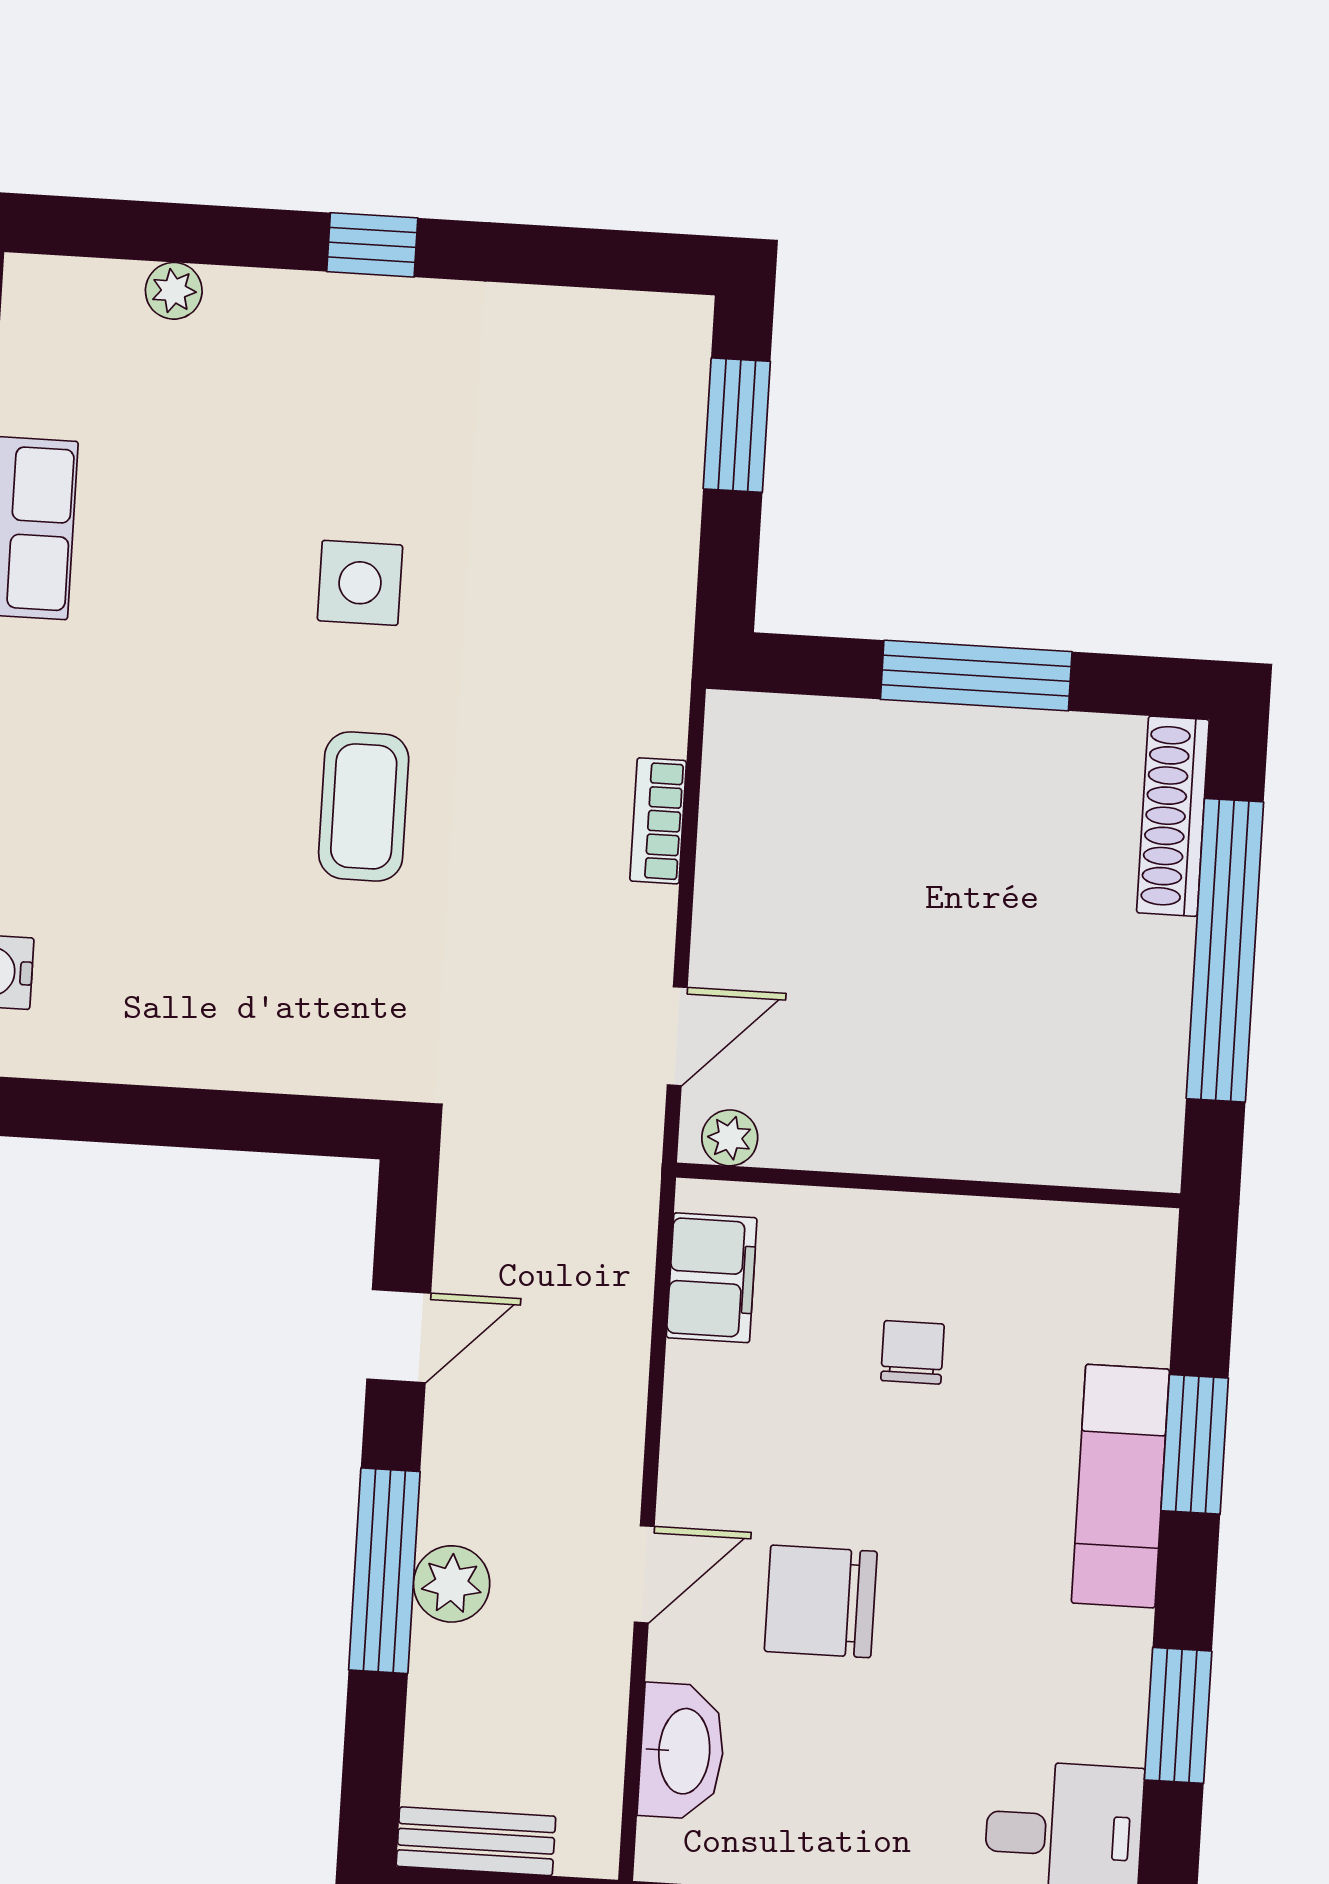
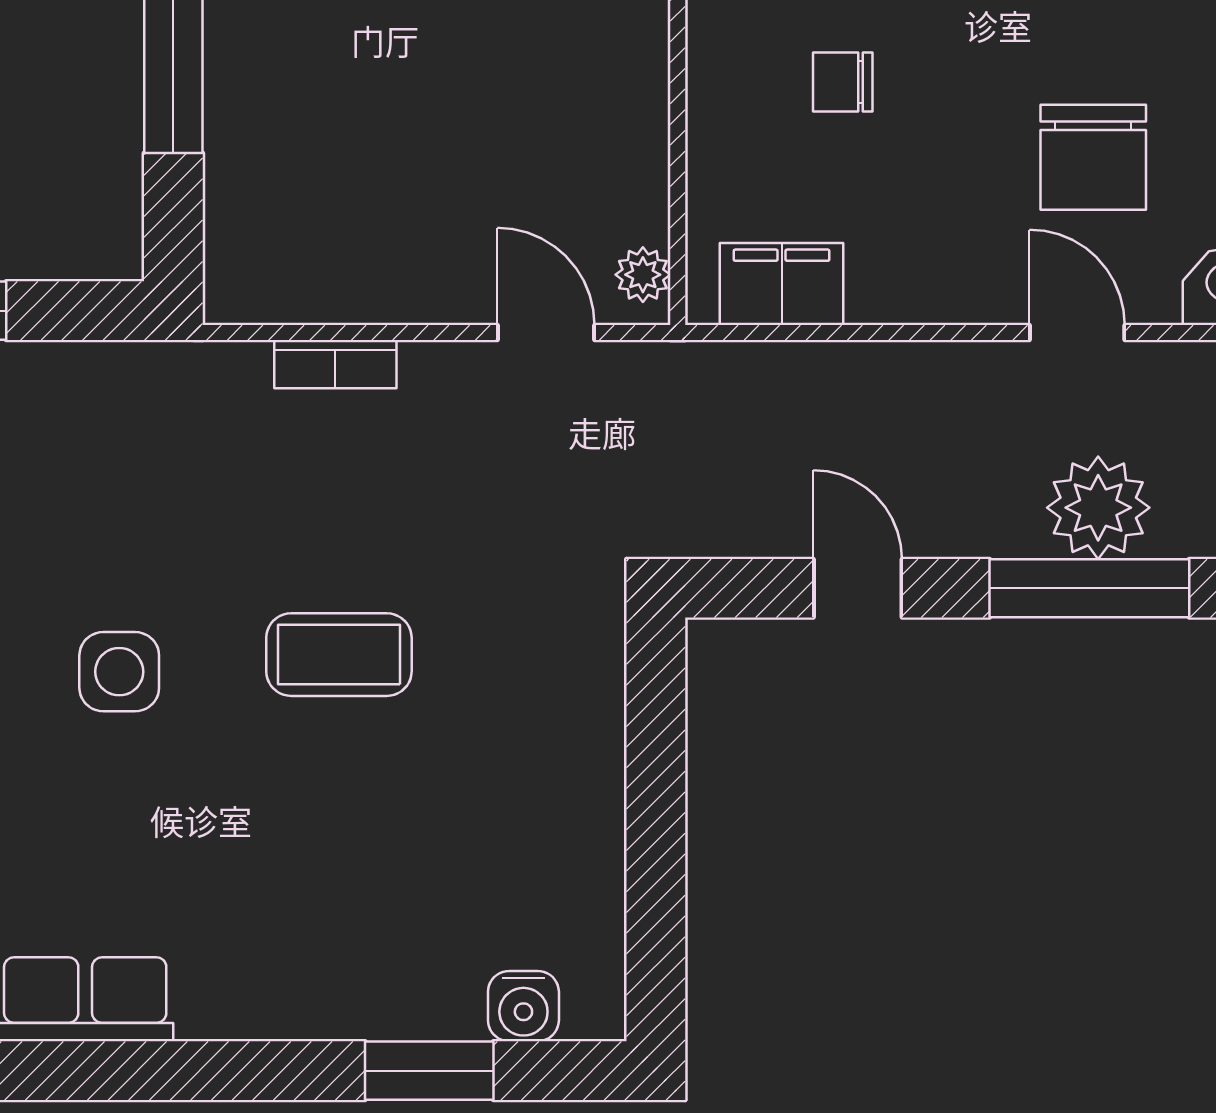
plant: (452, 1584) -> (1098, 508), width x1.36, depth x1.36

